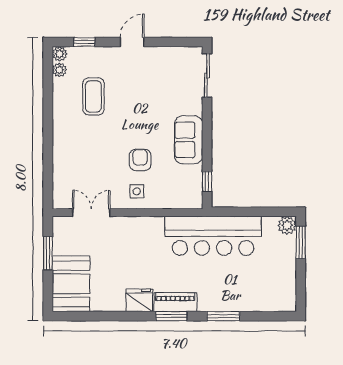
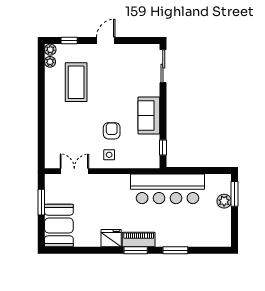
coffee table: (93, 96) -> (76, 82), width x1.36, depth x1.32
plant: (287, 225) -> (224, 201), moved

